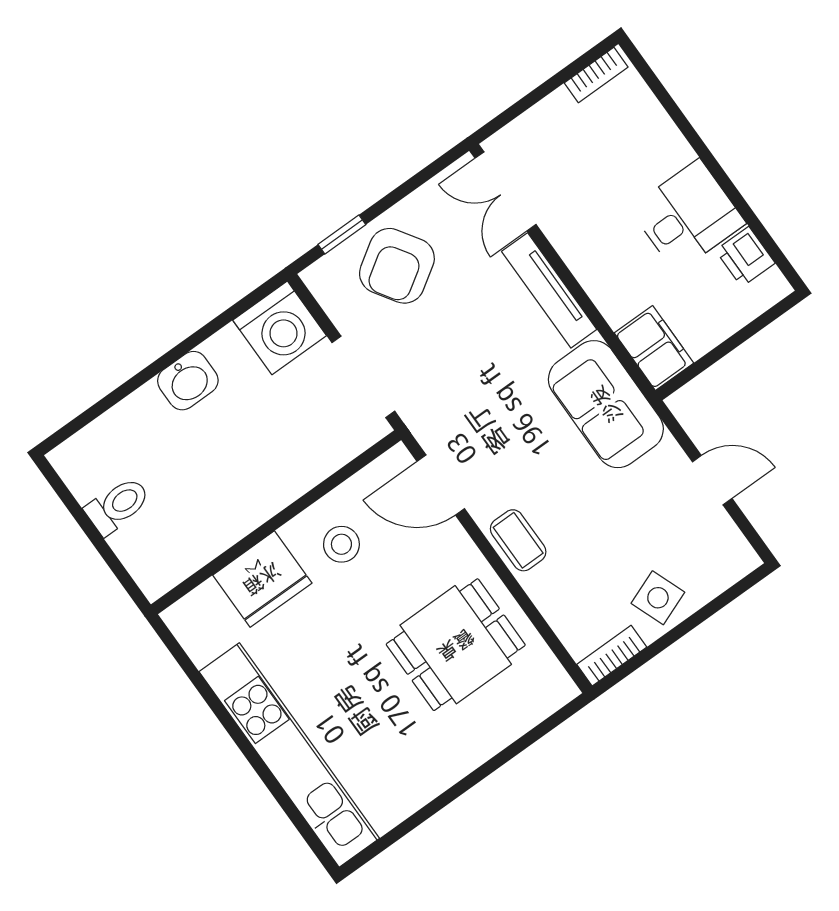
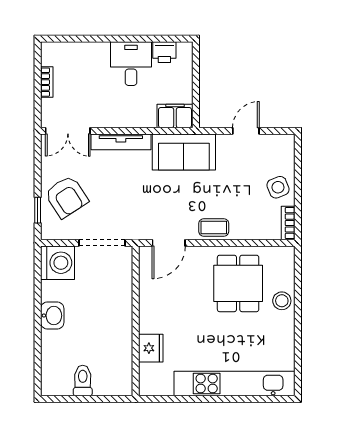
bookcase: (596, 75) -> (47, 82), moved
stool: (341, 544) -> (282, 301), moved
fridge: (262, 579) -> (151, 348), width x0.73, depth x0.75

